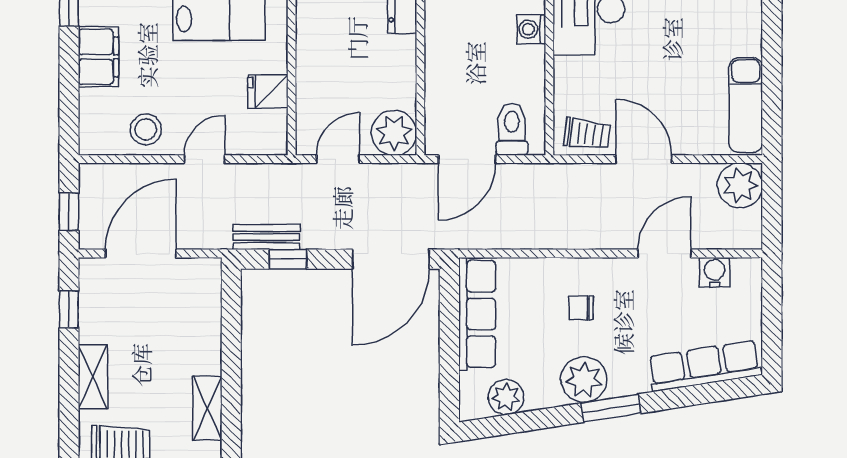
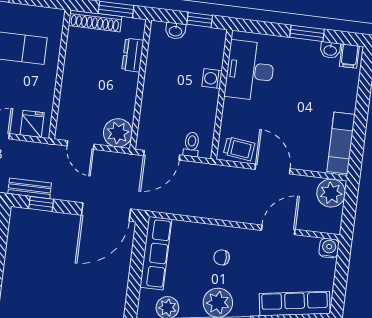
fridge: (268, 91) -> (32, 124), moved, turned 90
toilet: (512, 129) -> (192, 144), width x0.73, depth x0.72
door: (338, 159) -> (81, 145), swing flipped
water cooler: (715, 272) -> (329, 248), moved

